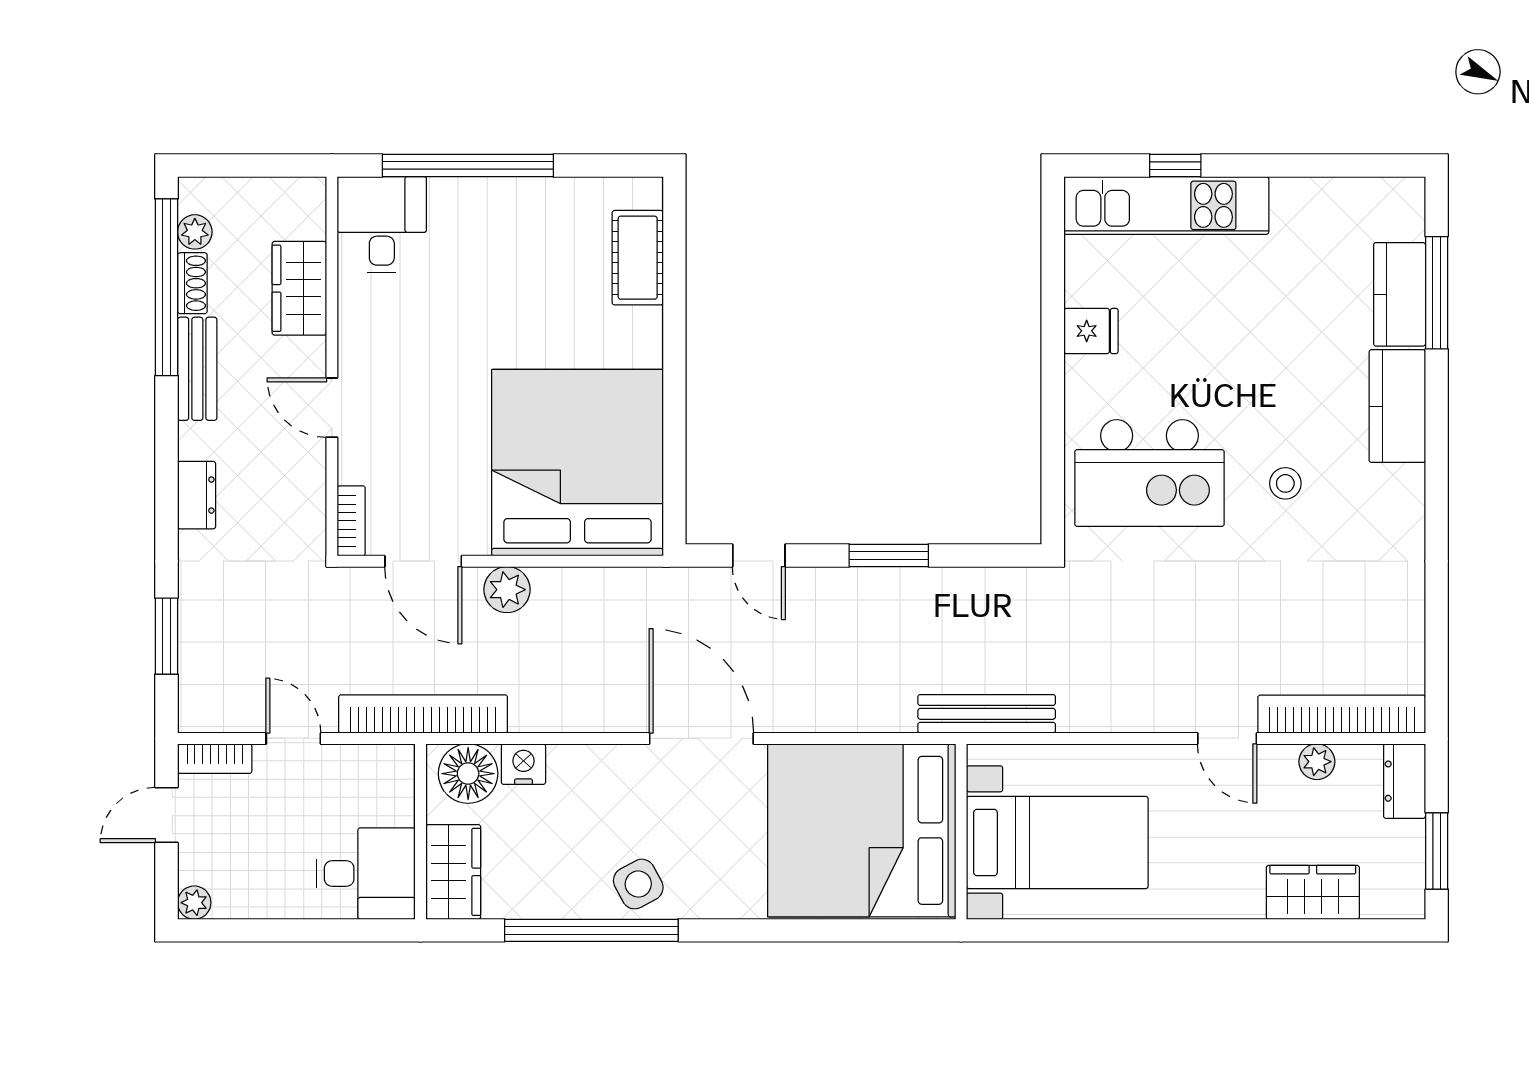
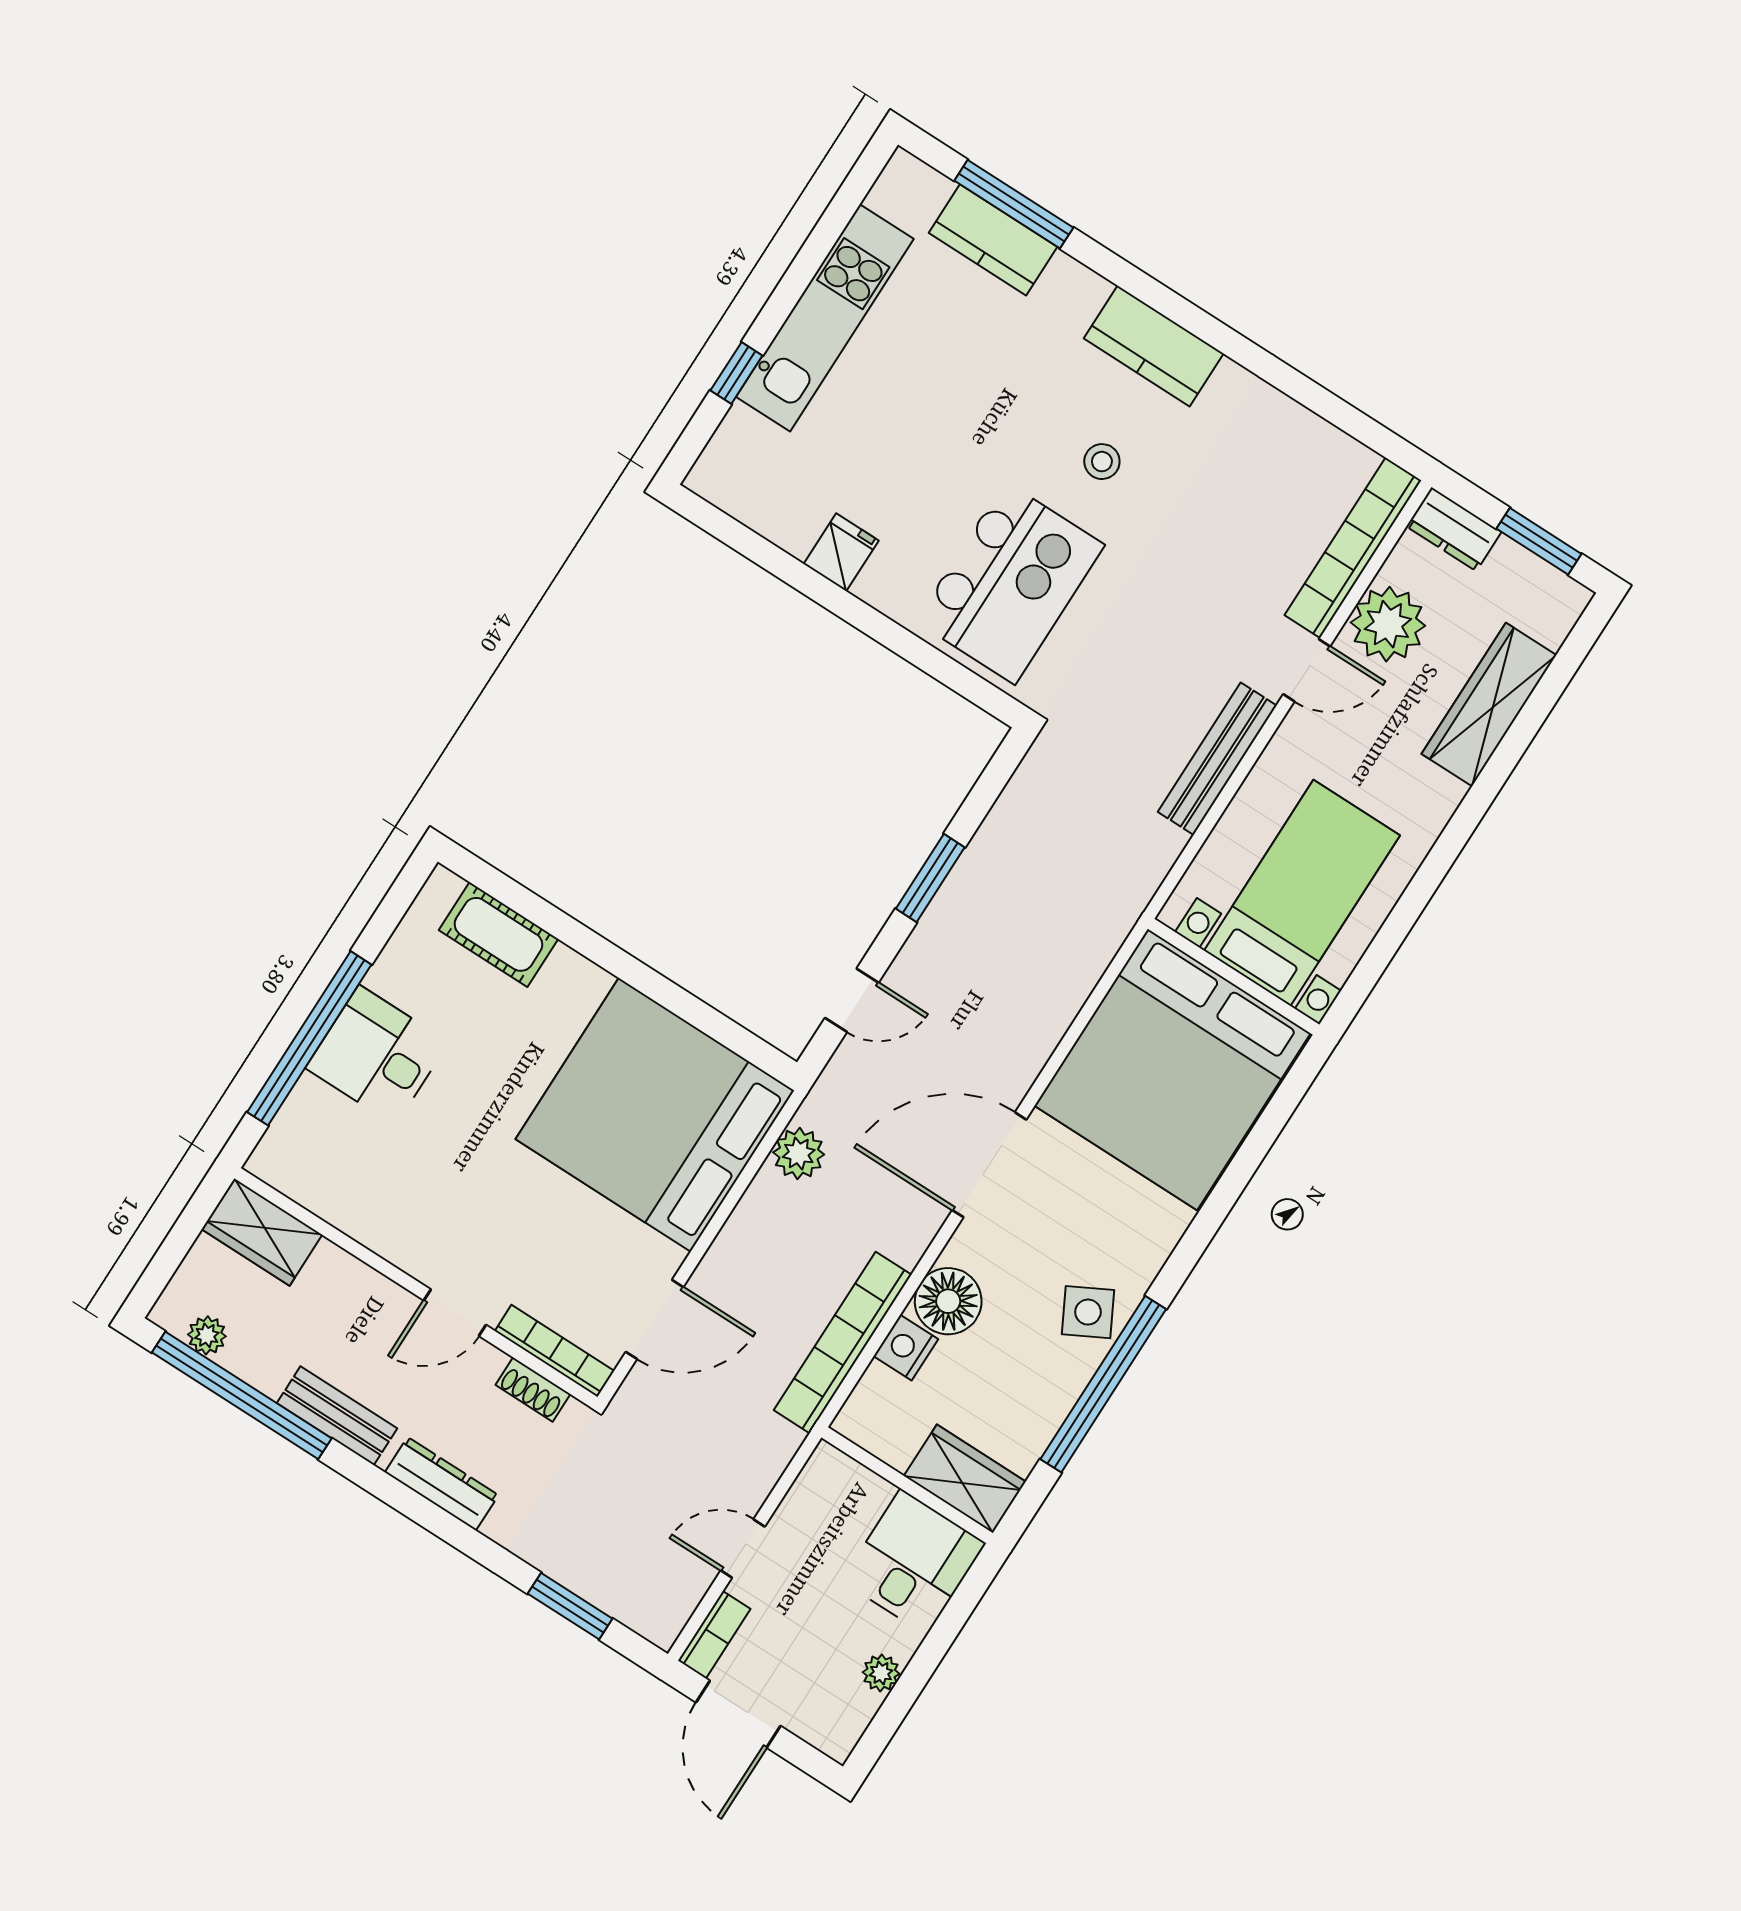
kitchen unit: (1166, 205) -> (825, 318), moved
desk: (382, 225) -> (377, 1055), moved
shoe rack: (192, 283) -> (533, 1389), moved, turned 180
wardrobe: (299, 288) -> (262, 1232), moved
kitchen counter: (1397, 406) -> (1154, 346), moved
dresser: (197, 495) -> (442, 1484), width x1.44
bookcase: (351, 521) -> (554, 1351), width x1.56
plant: (507, 590) -> (799, 1153), moved
bookcase: (423, 714) -> (843, 1342), moved
bench: (987, 714) -> (1217, 759), moved
plant: (1317, 762) -> (1388, 624), width x1.87, depth x1.87
floor lamp: (468, 774) -> (948, 1301), moved
door: (167, 815) -> (738, 1714), width x1.38
wardrobe: (1313, 892) -> (1489, 704), width x1.50
plant: (194, 903) -> (881, 1673), moved

